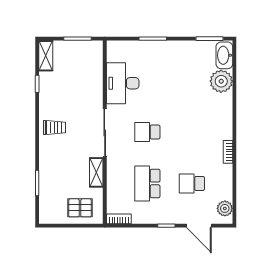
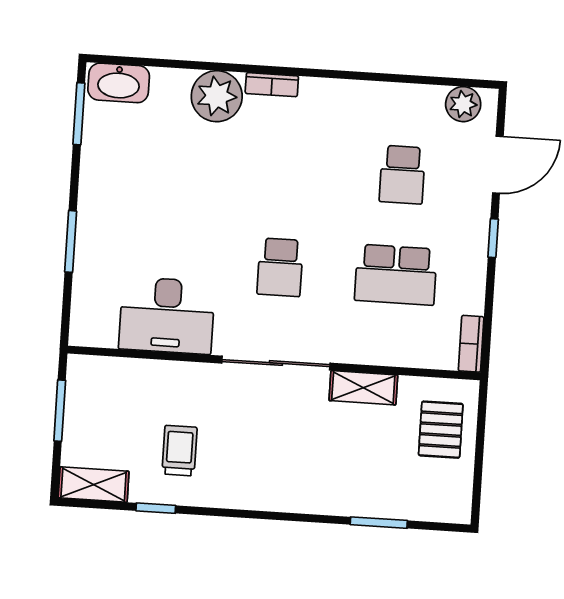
plant: (221, 81) -> (217, 96), moved
trolley: (54, 128) -> (179, 451), moved
bookcase: (228, 152) -> (272, 85), moved

